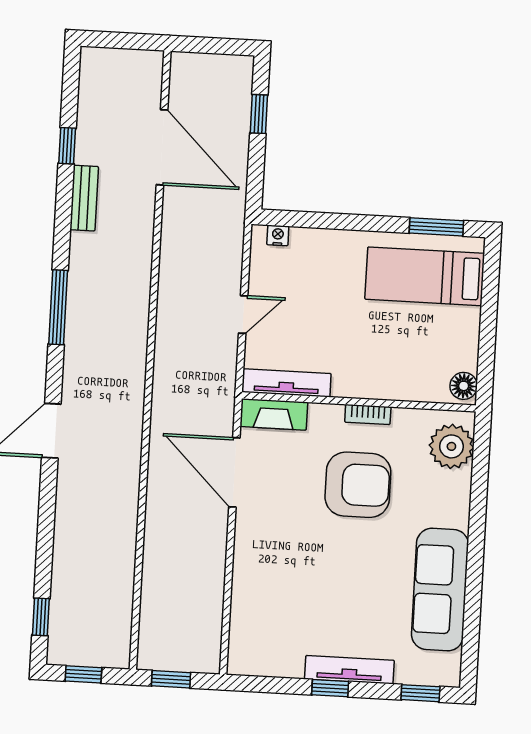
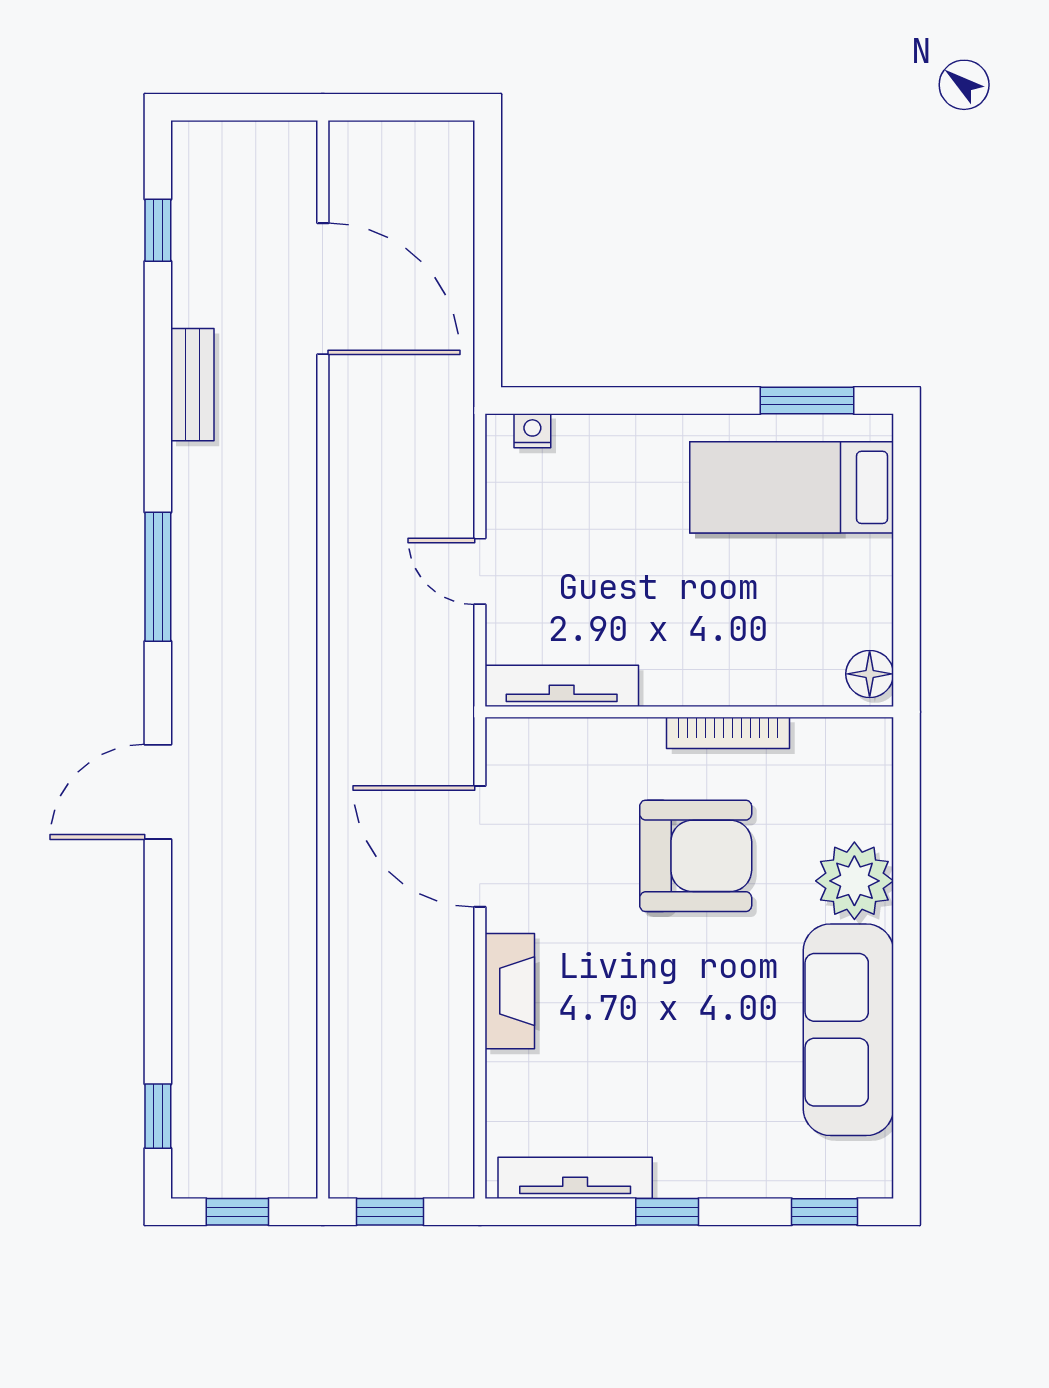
window: (259, 114) -> (488, 222), removed
window: (67, 146) -> (158, 230), moved
door: (243, 315) -> (480, 571), swing flipped
fireplace: (274, 414) -> (510, 991), moved, turned -90
bookcase: (368, 414) -> (728, 733), width x1.56
plant: (451, 446) -> (854, 881), moved
tv unit: (349, 670) -> (575, 1178), moved

